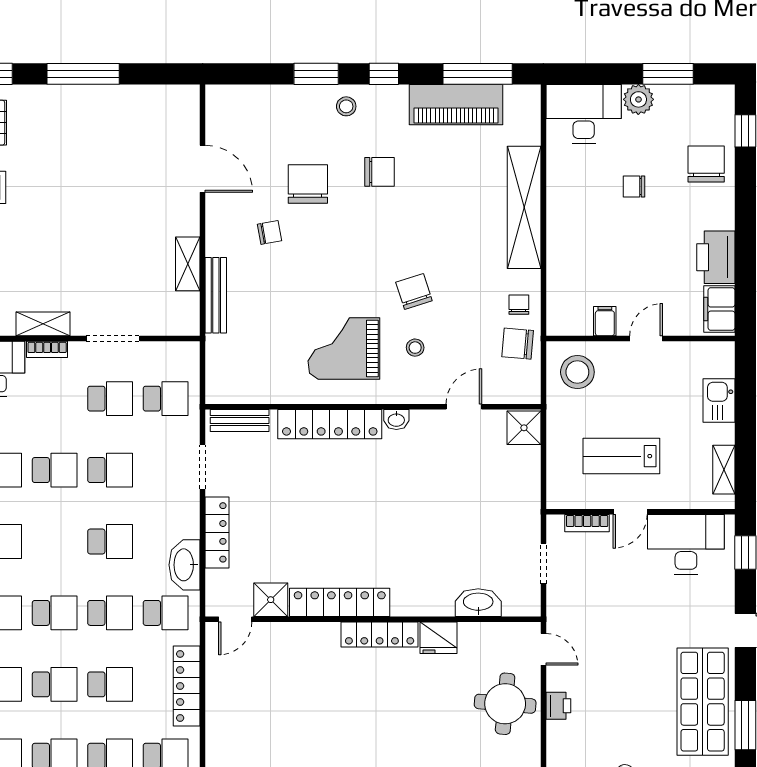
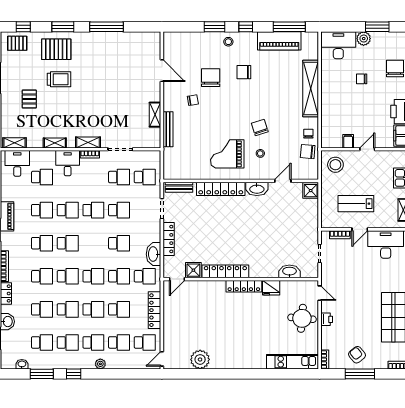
chair: (380, 172) -> (244, 72), turned 180
washbasin: (396, 420) -> (257, 189), width x1.91, depth x1.45

